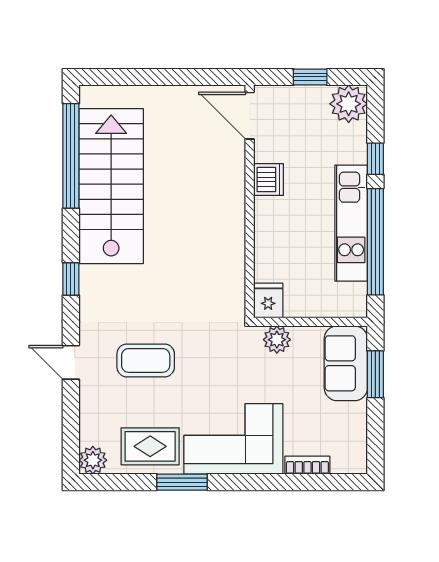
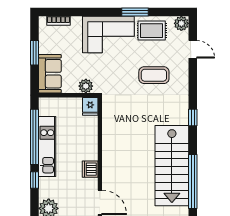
door: (71, 362) -> (193, 49), moved
window: (375, 374) -> (35, 53), moved
bookcase: (307, 465) -> (58, 21), moved

